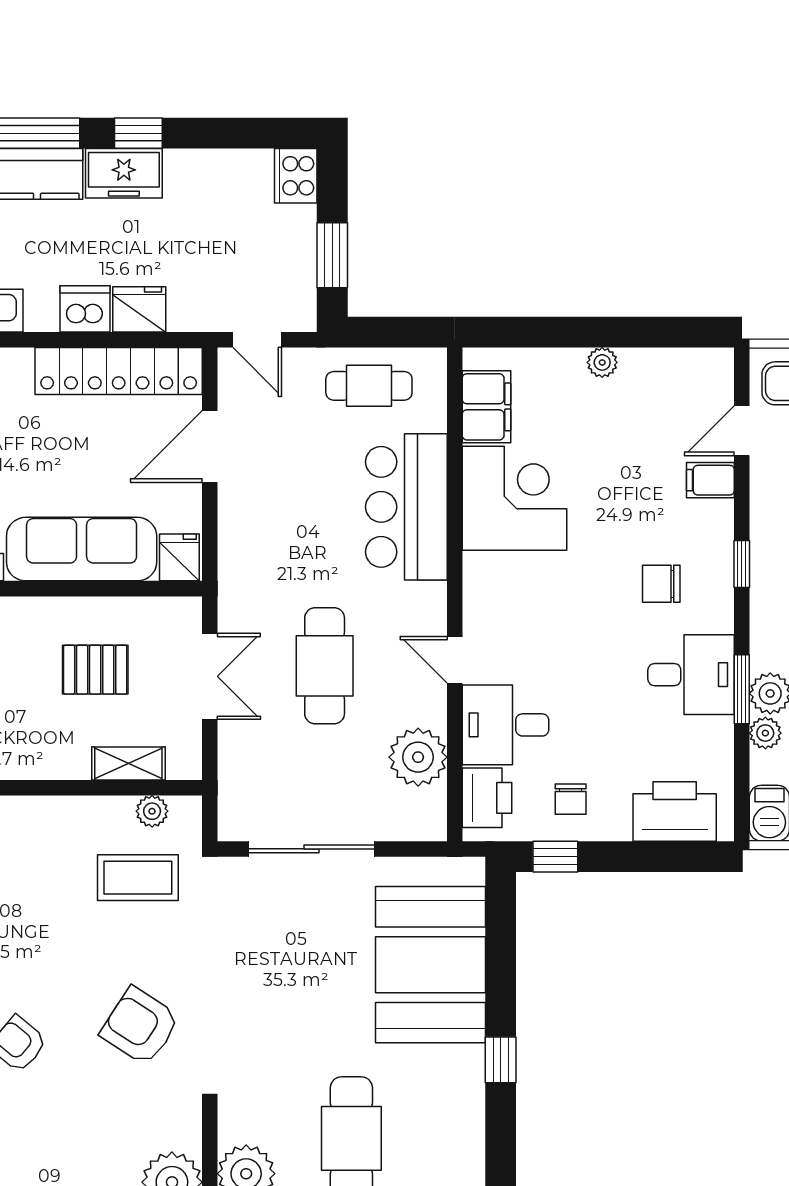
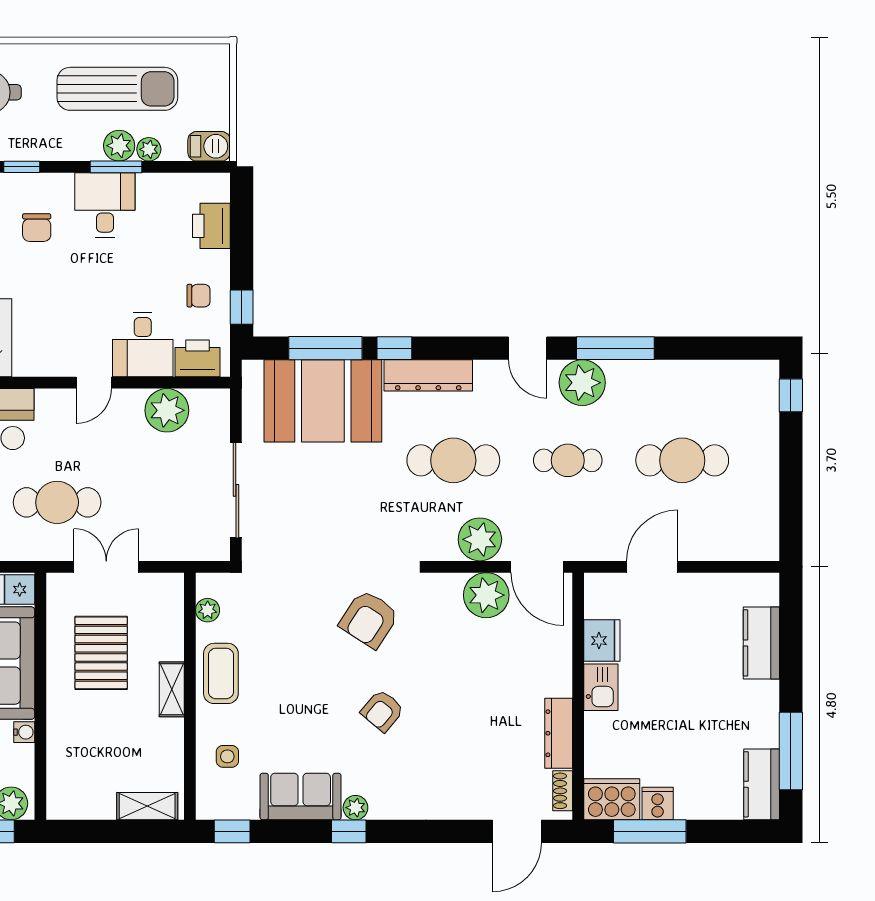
cafe table: (325, 666) -> (57, 502), moved
pallet: (95, 670) -> (101, 653), width x1.50, depth x1.42
shelving: (128, 764) -> (172, 689), moved
printer: (675, 811) -> (211, 226), width x0.73, depth x0.84
coffee table: (138, 878) -> (221, 673), moved
window: (501, 968) -> (325, 348), added
dresser: (464, 1105) -> (428, 375), added

